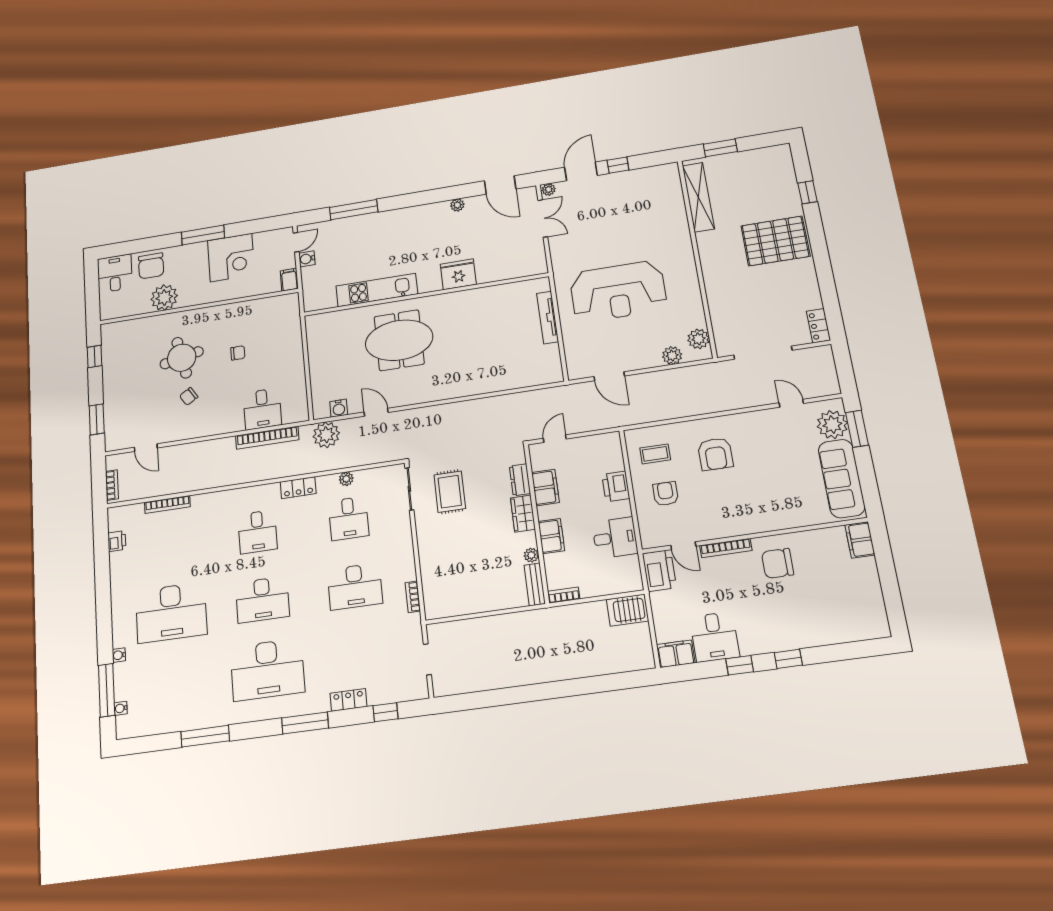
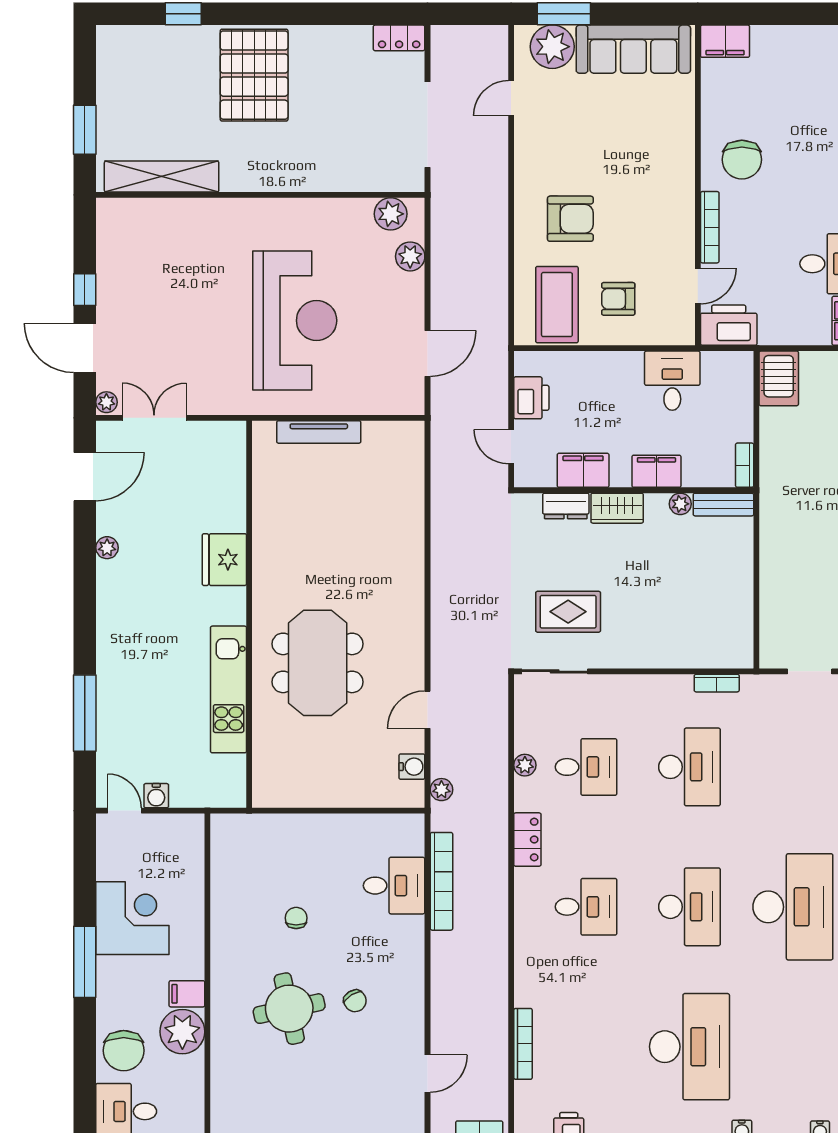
chair: (151, 266) -> (124, 1051), turned 90
filing cabinet: (289, 280) -> (187, 994), moved
plant: (326, 435) -> (441, 790), width x0.53, depth x0.53
coffee table: (655, 454) -> (557, 305), width x1.86, depth x1.72
printer: (616, 486) -> (531, 398), moved, turned -90

